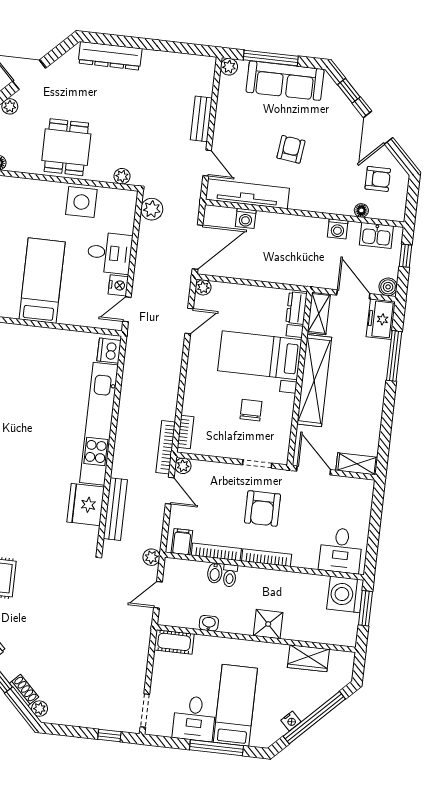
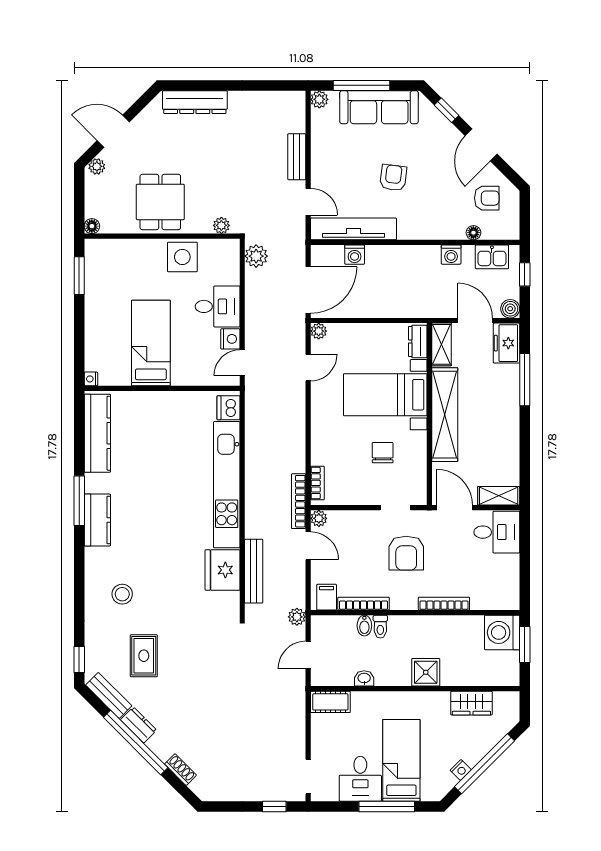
desk: (341, 550) -> (497, 532), moved, turned -90
bookcase: (267, 558) -> (444, 604), moved
plant: (40, 709) -> (199, 787), removed

